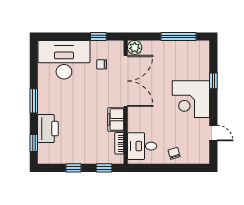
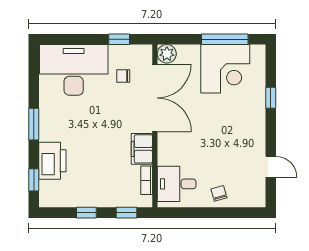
corner desk: (191, 99) -> (225, 69), moved, turned -90

